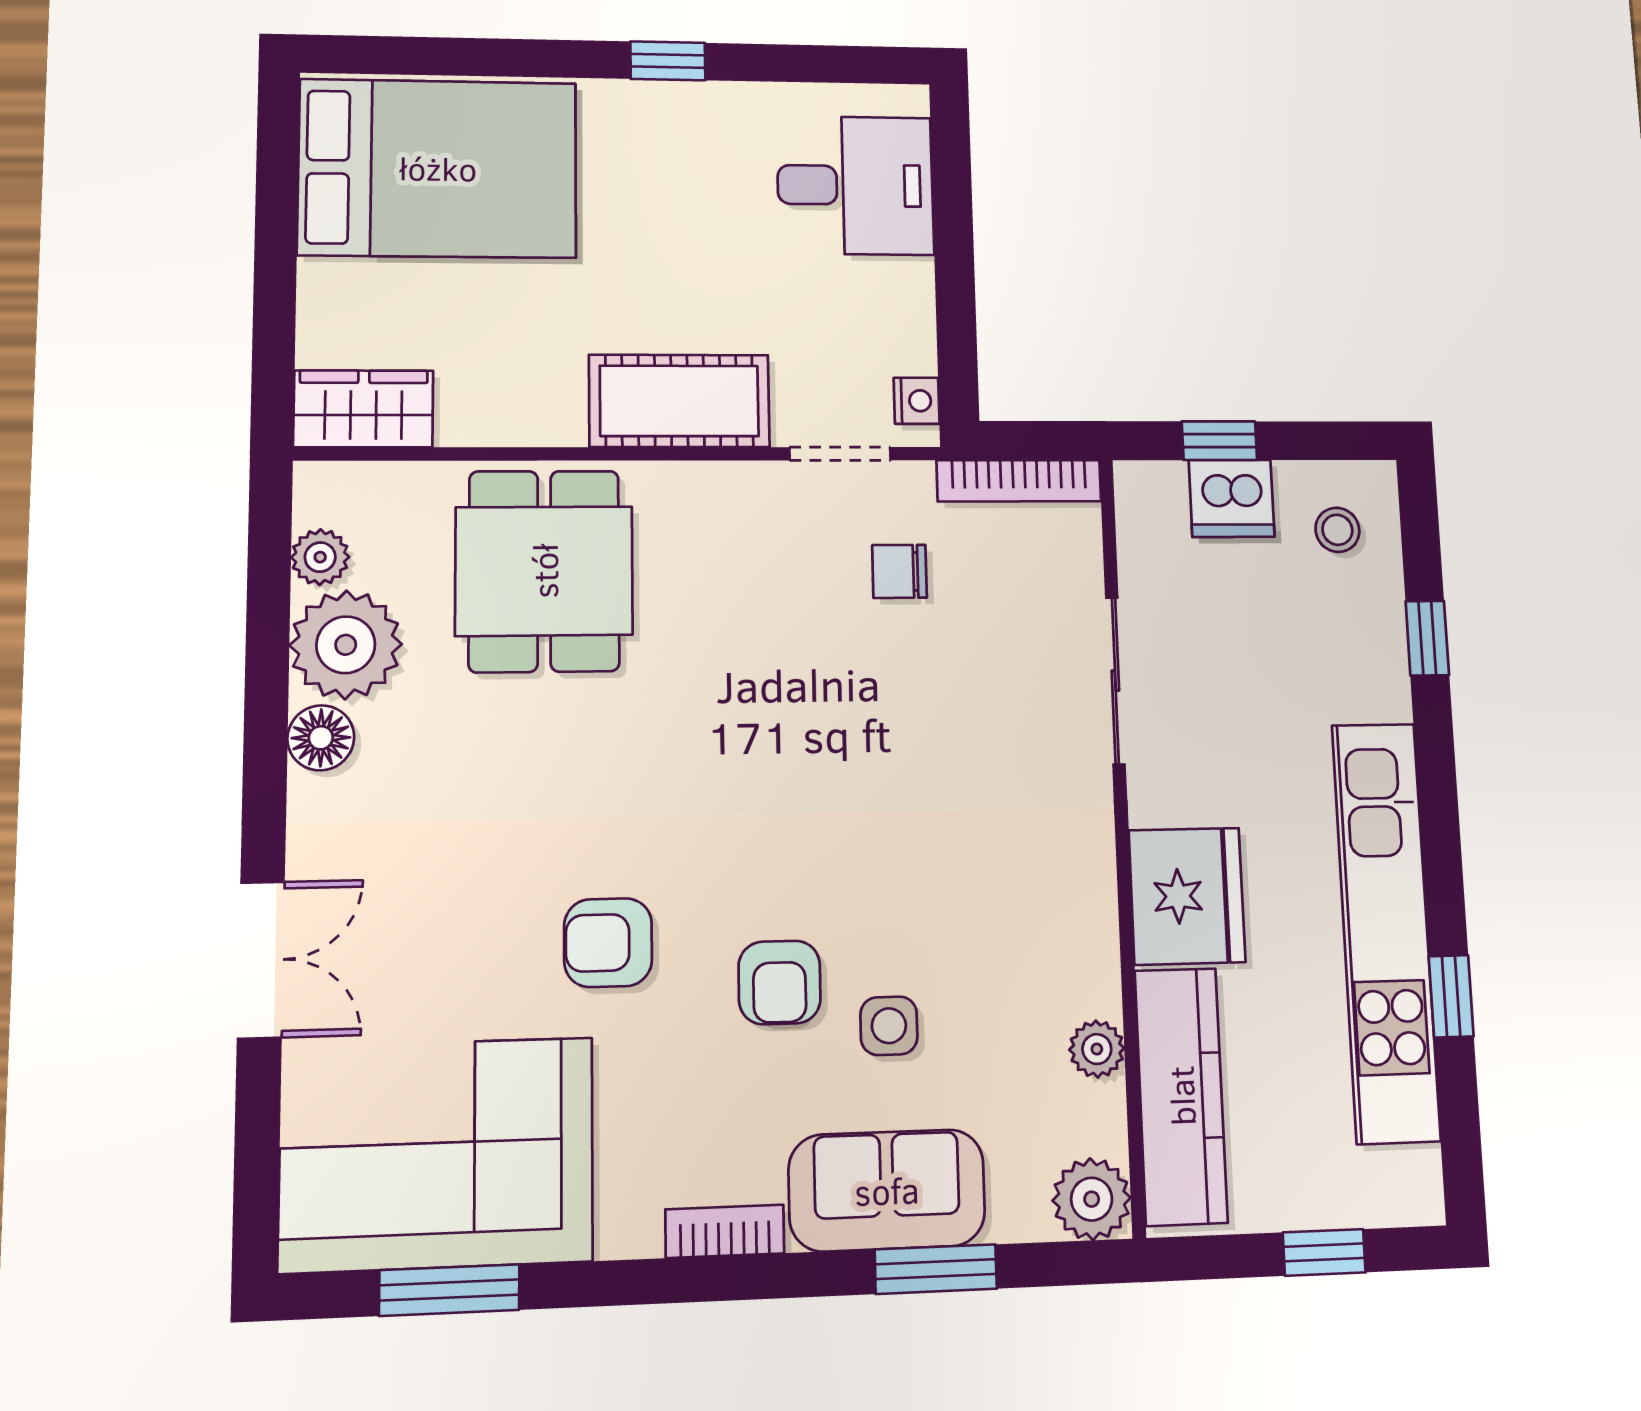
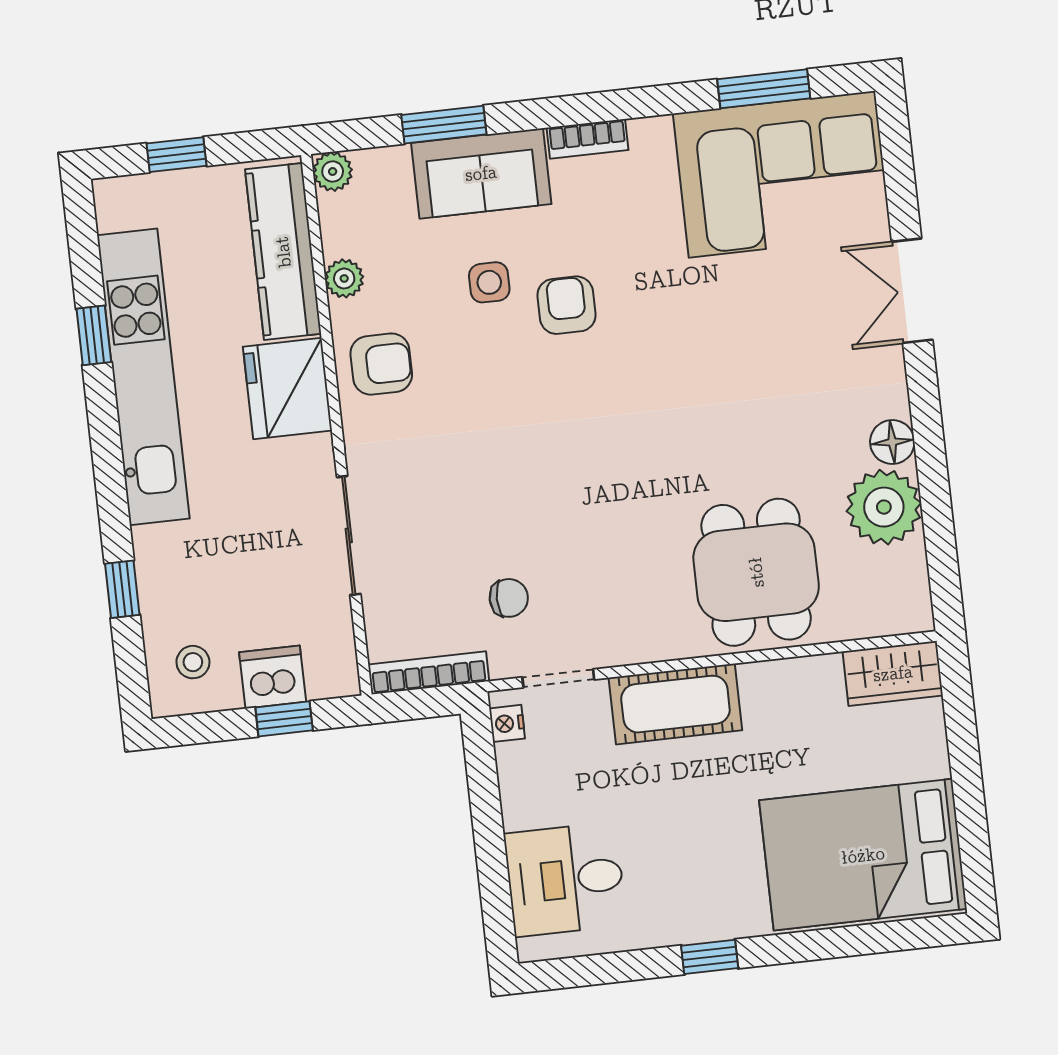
plant: (320, 557) -> (909, 566), removed
armchair: (608, 943) -> (381, 364), moved
plant: (1092, 1199) -> (333, 171), width x0.73, depth x0.73

